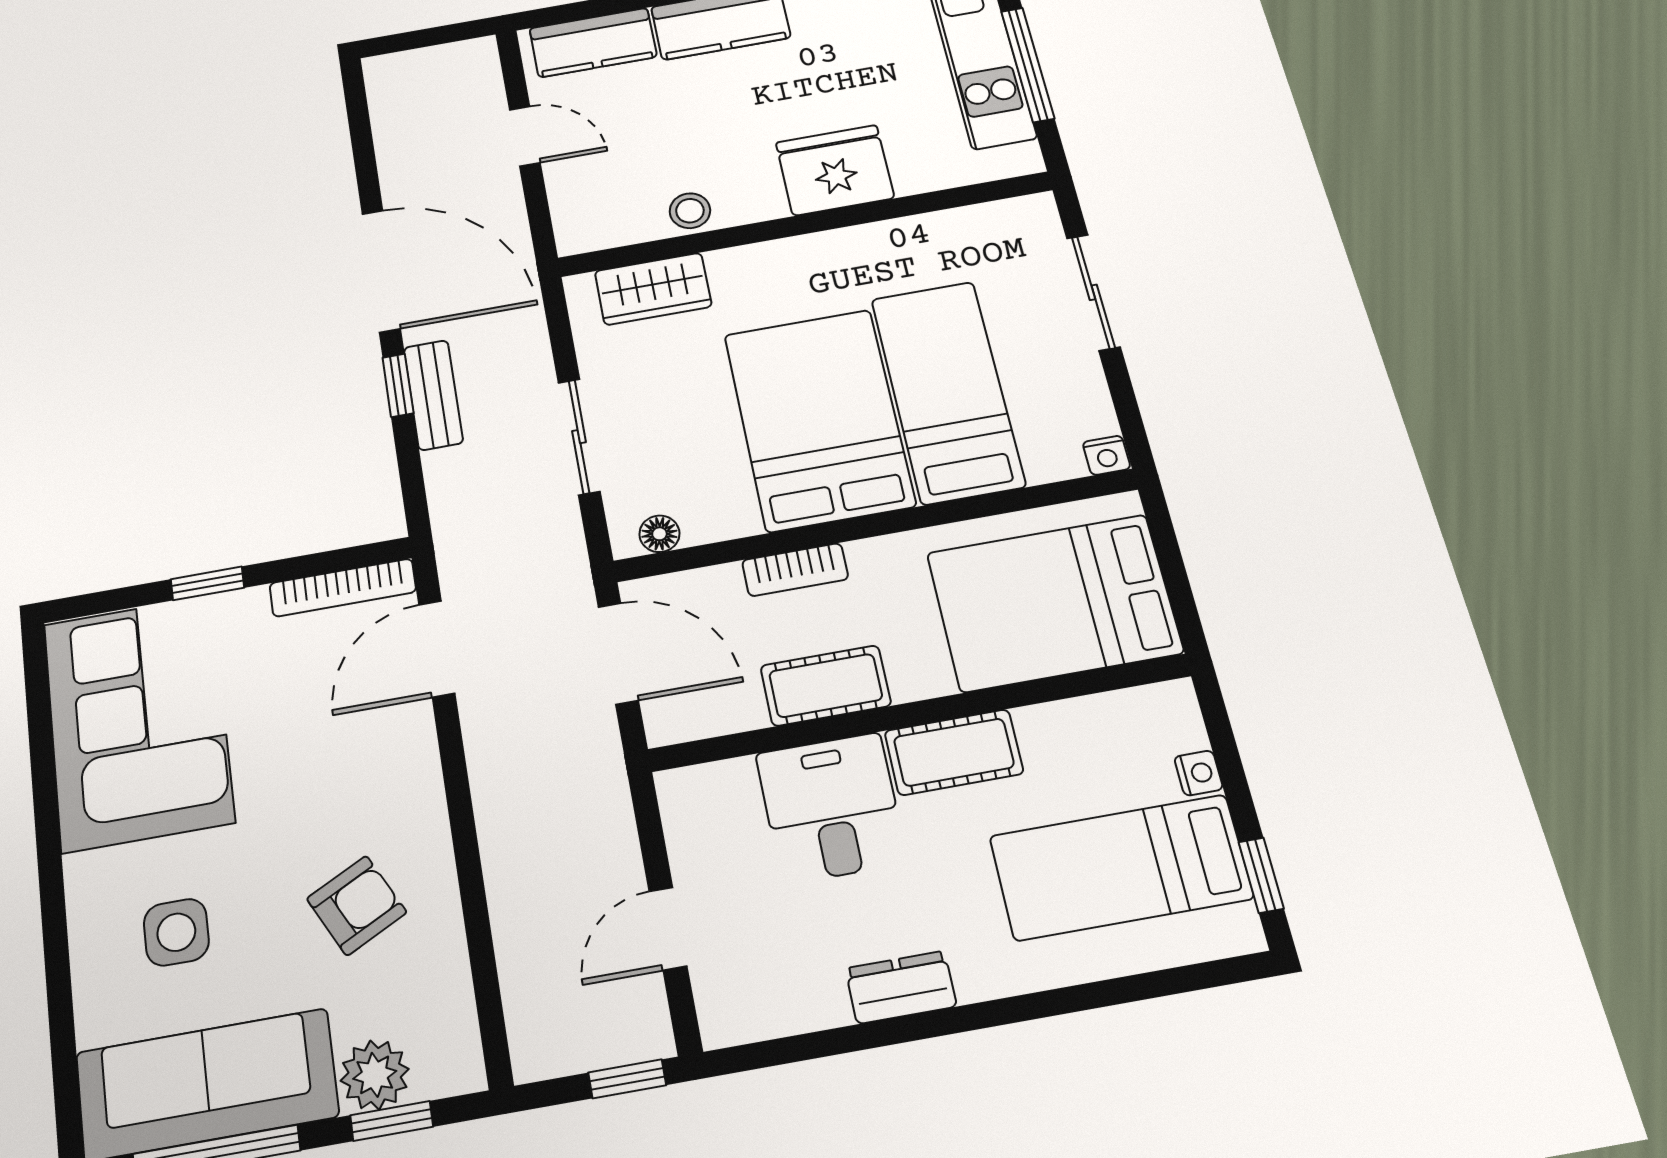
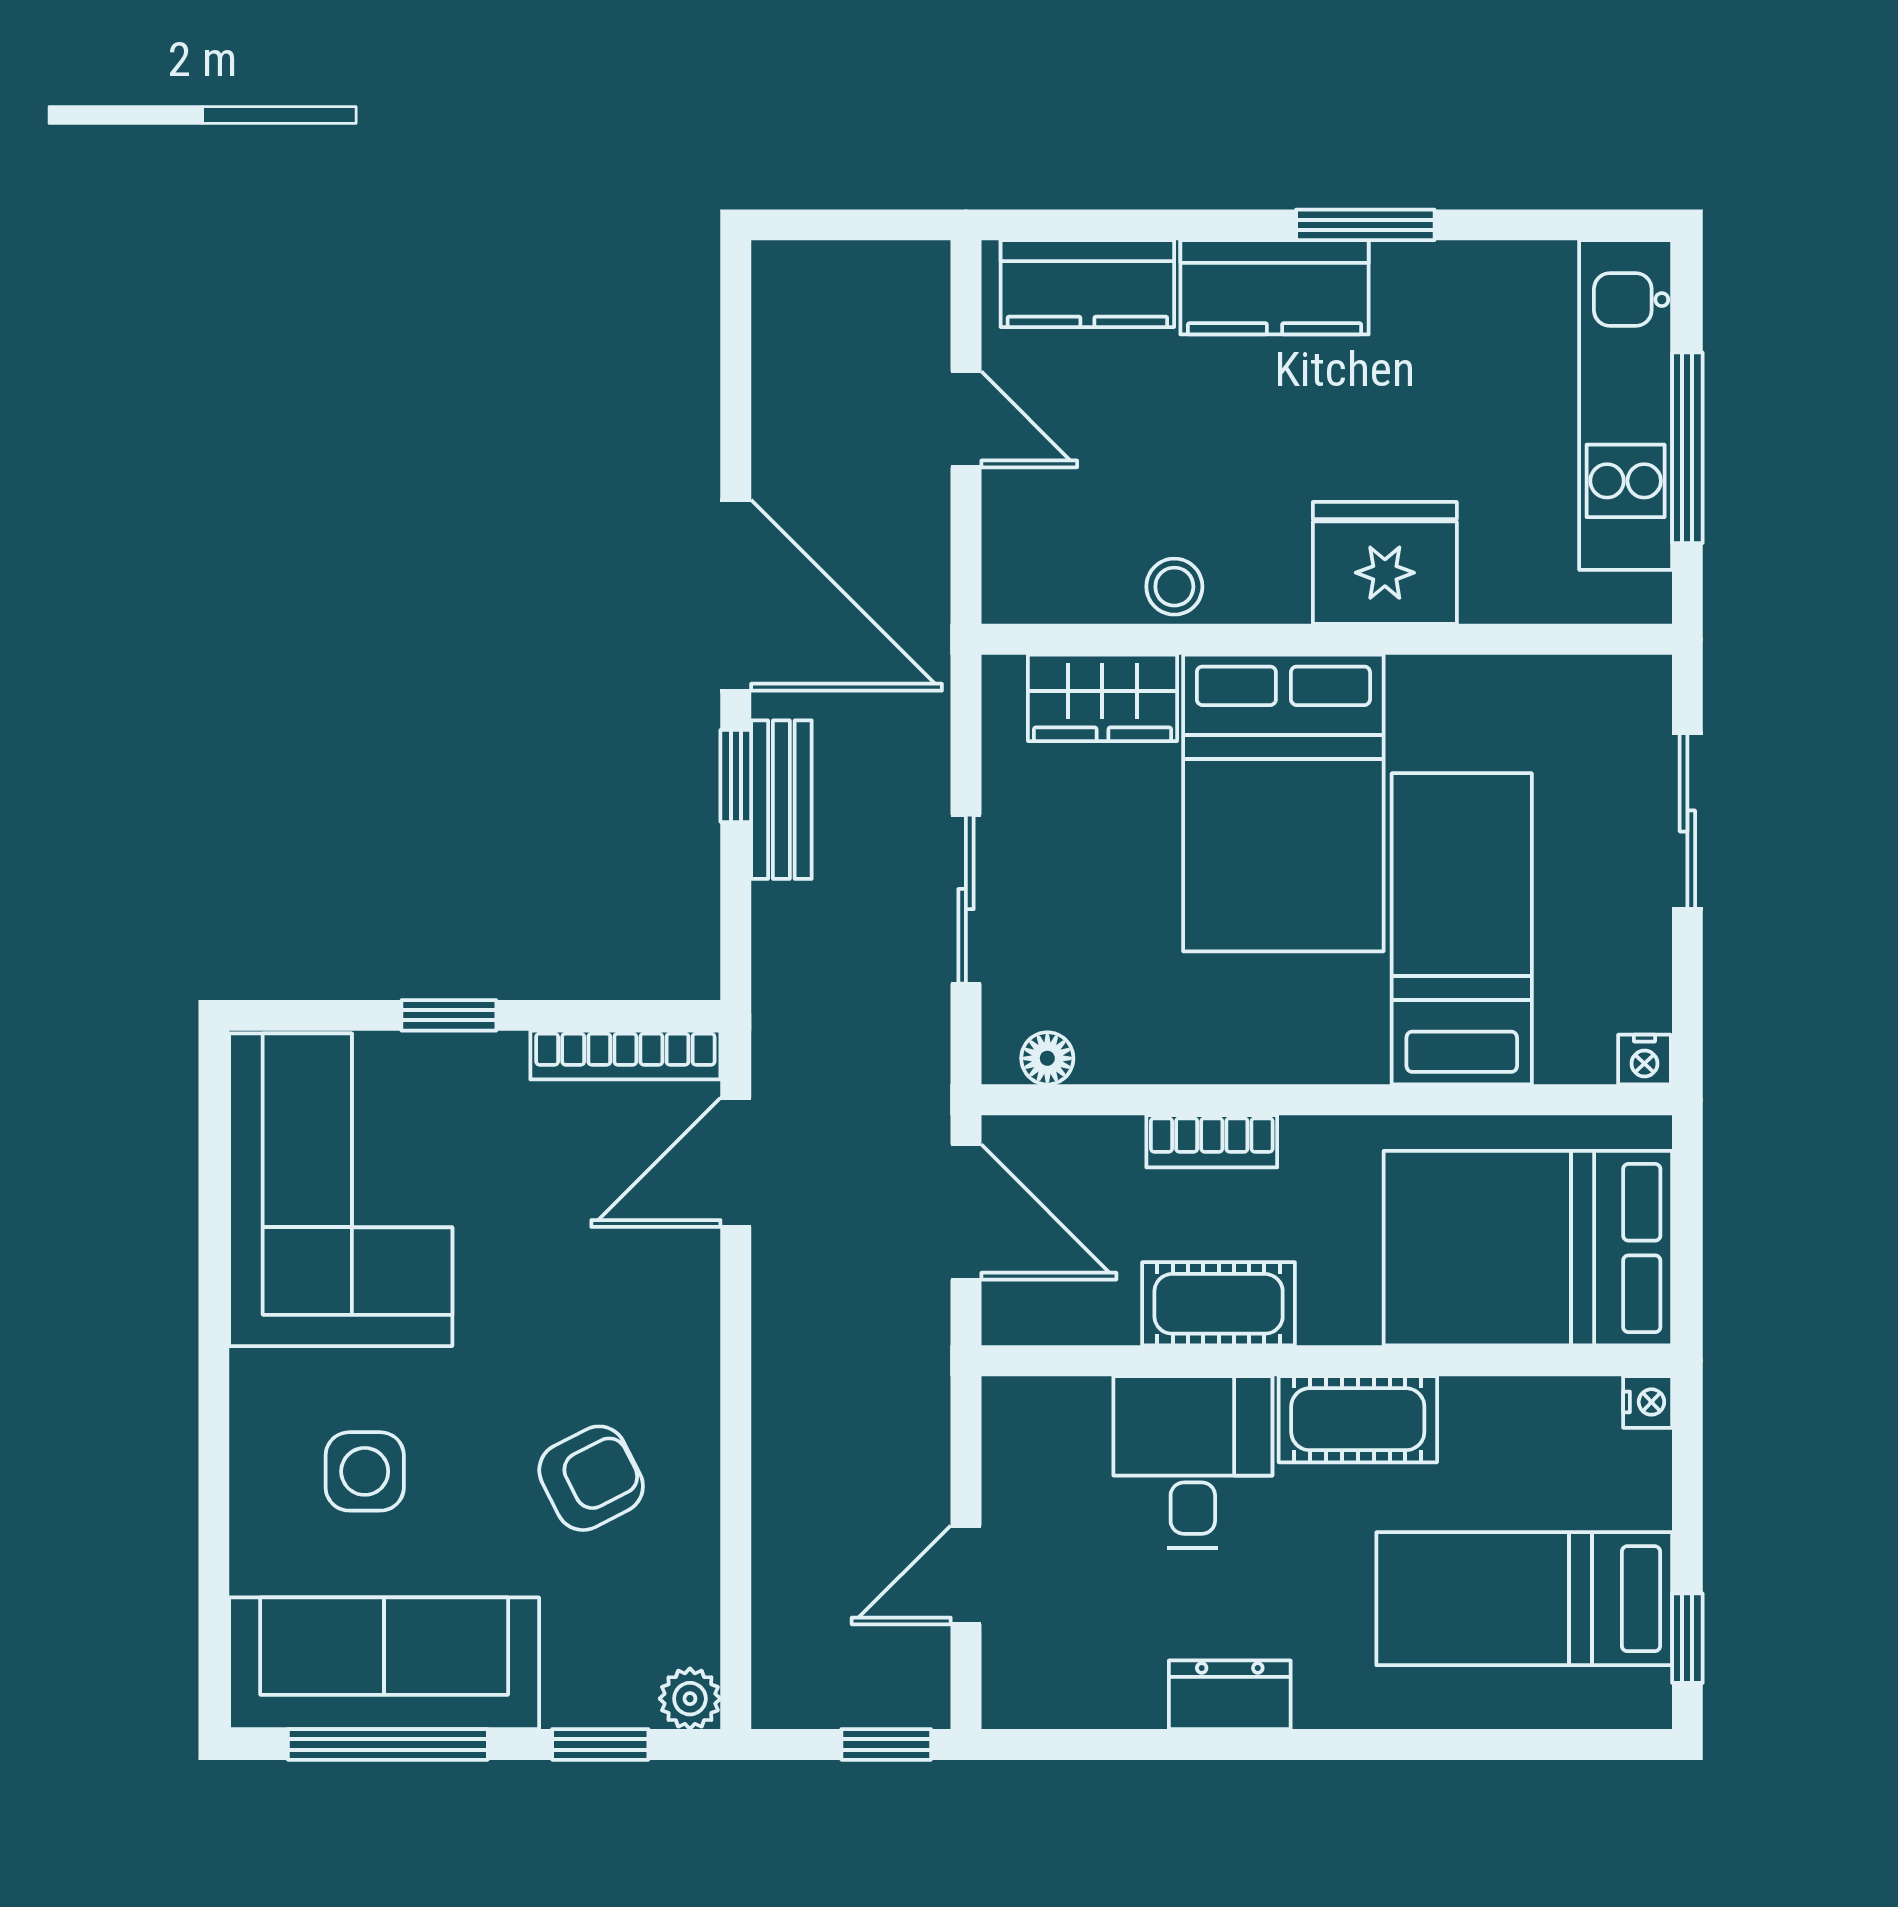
bed: (819, 419) -> (1283, 803), moved, turned 180
nightstand: (1199, 773) -> (1648, 1402), moved
plant: (375, 1075) -> (690, 1699), moved, width x0.73, depth x0.73

